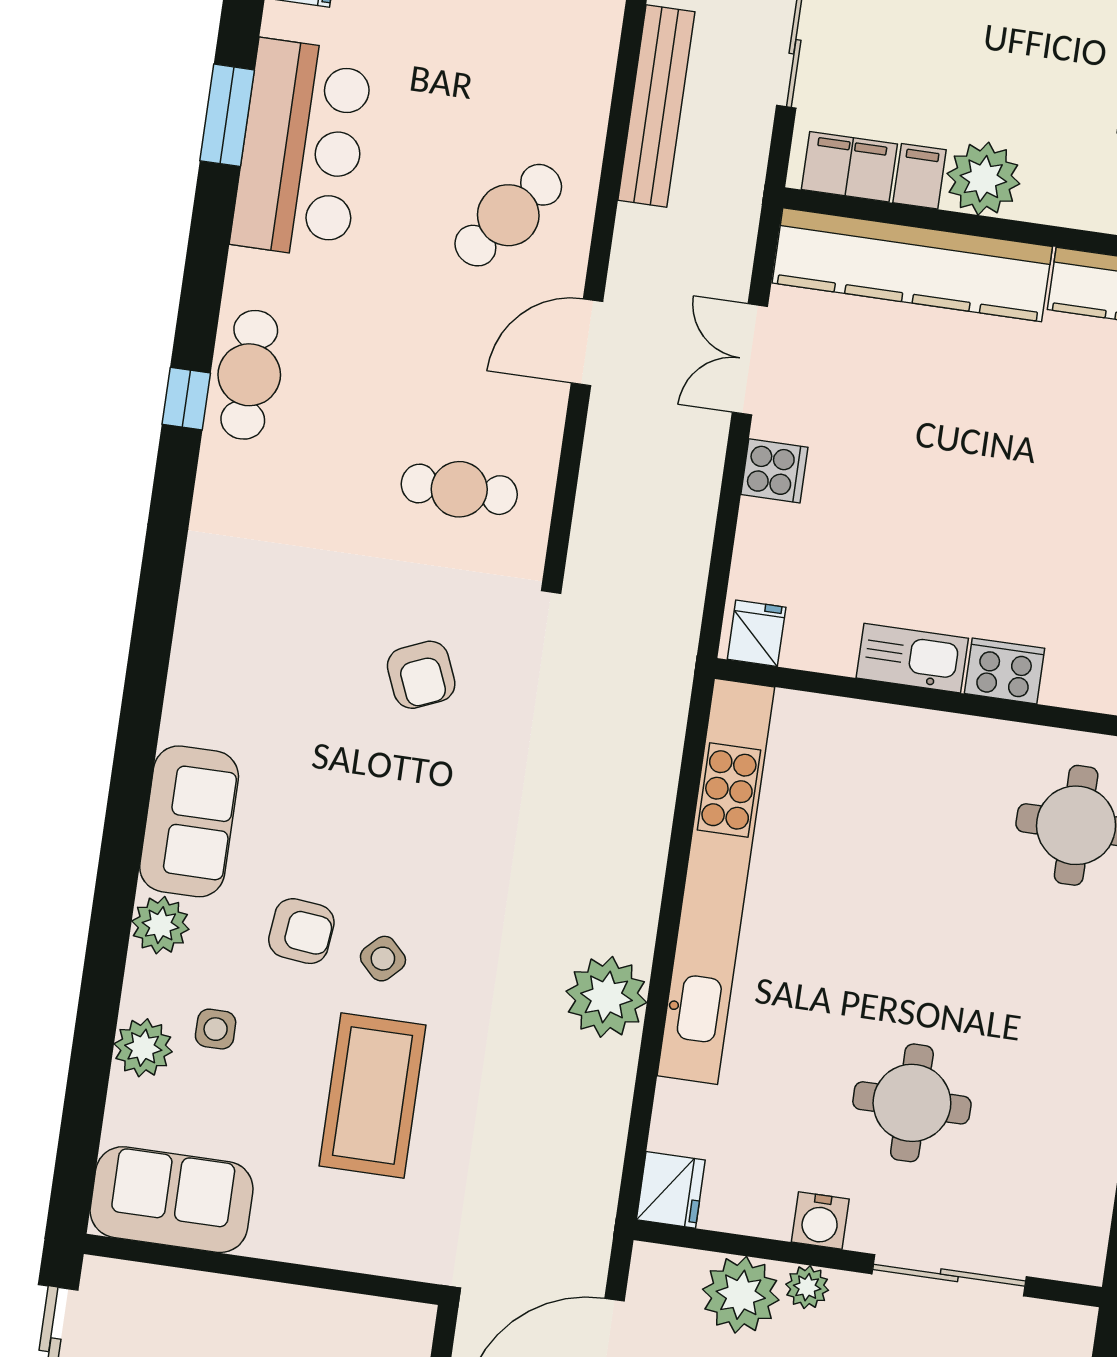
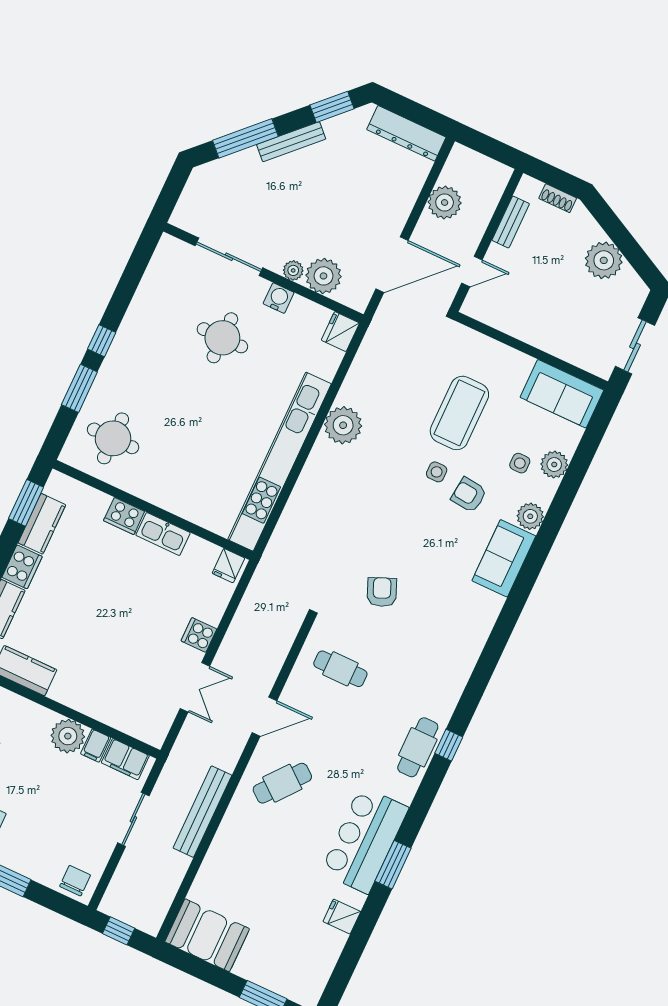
kitchen counter: (912, 265) -> (111, 708), removed
side table: (383, 959) -> (437, 472), turned 45

